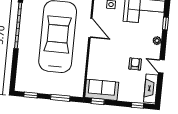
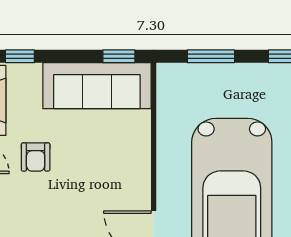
sofa: (102, 90) -> (97, 86), width x1.36

